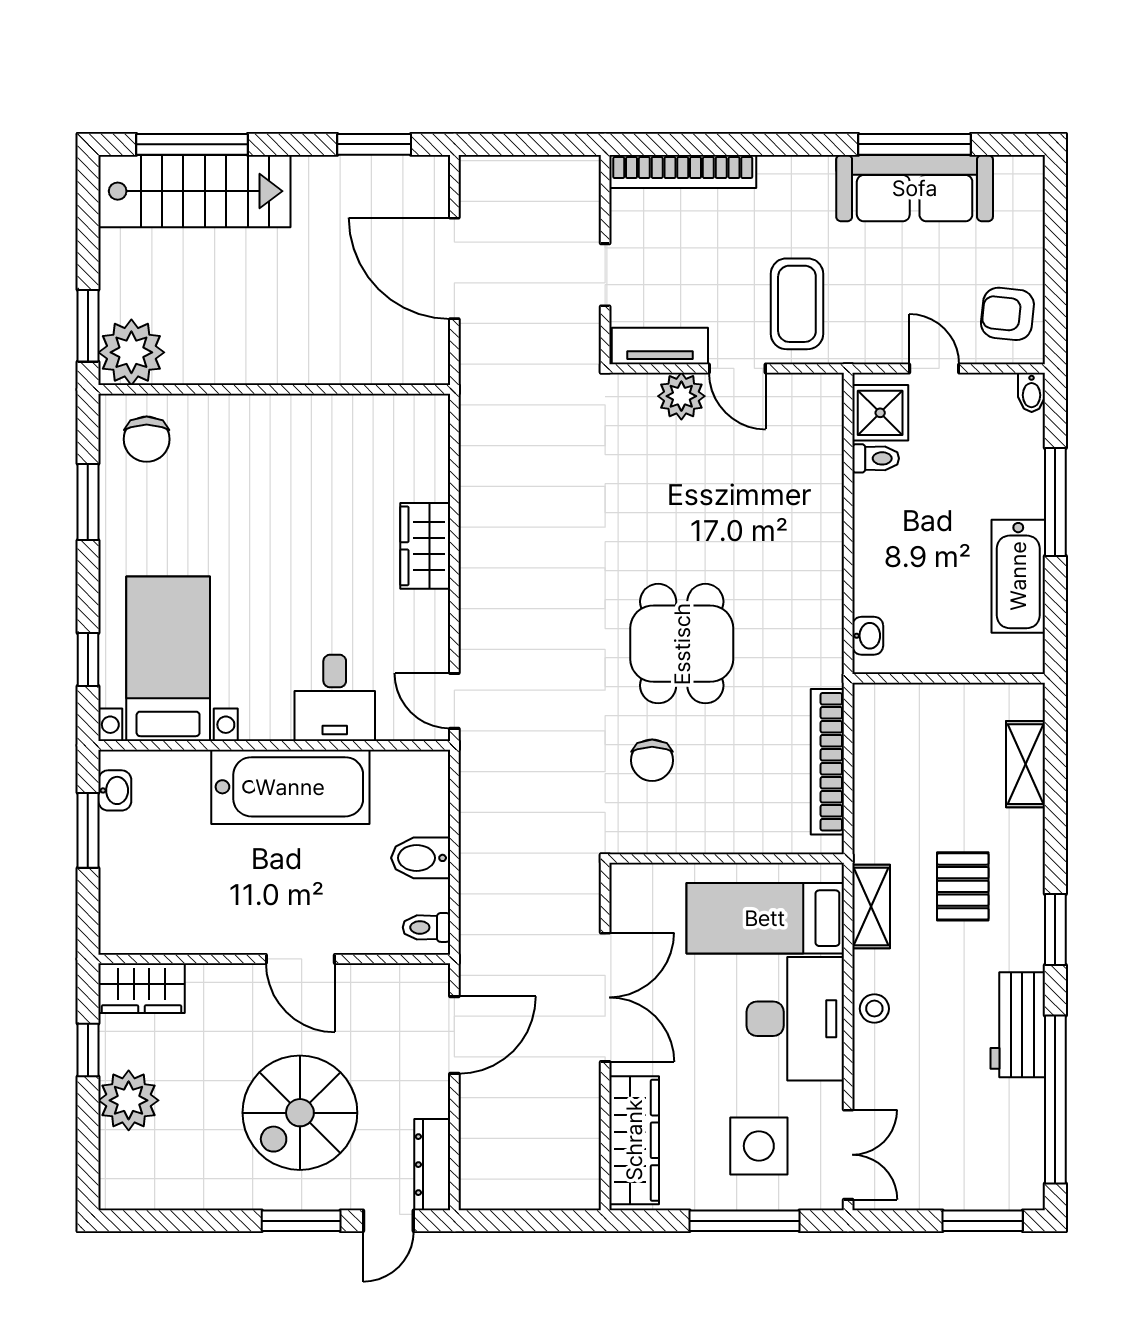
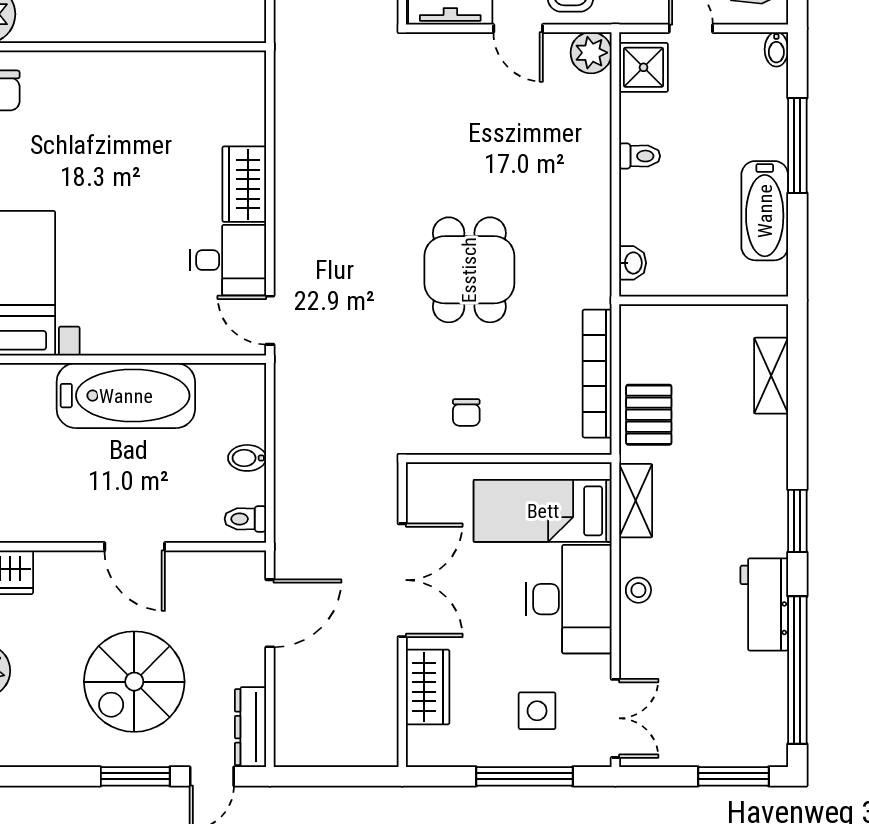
plant: (681, 396) -> (591, 53), moved
toilet: (876, 458) -> (640, 156), moved
desk: (335, 698) -> (228, 260), moved, turned -90
chair: (652, 760) -> (466, 412), moved, width x0.73, depth x0.73
bidet: (421, 858) -> (247, 458), width x0.72, depth x0.74
pallet: (963, 886) -> (649, 415), moved
wardrobe: (634, 1140) -> (428, 687), width x0.67
side table: (759, 1146) -> (537, 711), width x0.73, depth x0.73

